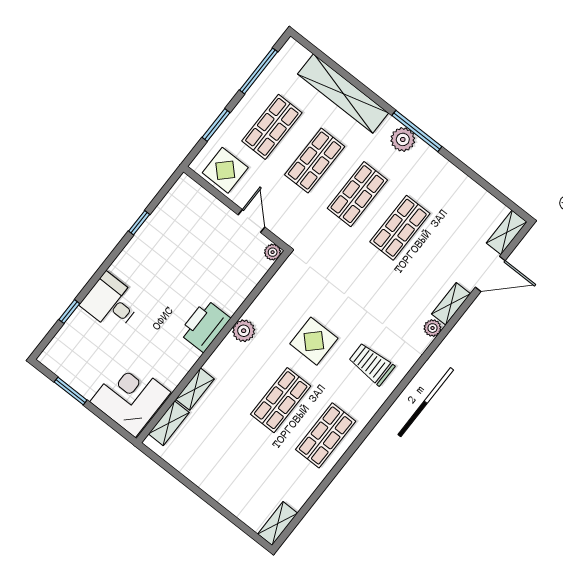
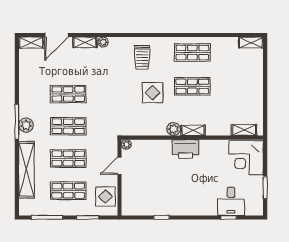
door: (490, 274) -> (57, 35), swing flipped
desk: (111, 303) -> (231, 201), moved
shelving: (195, 389) -> (193, 130), moved

